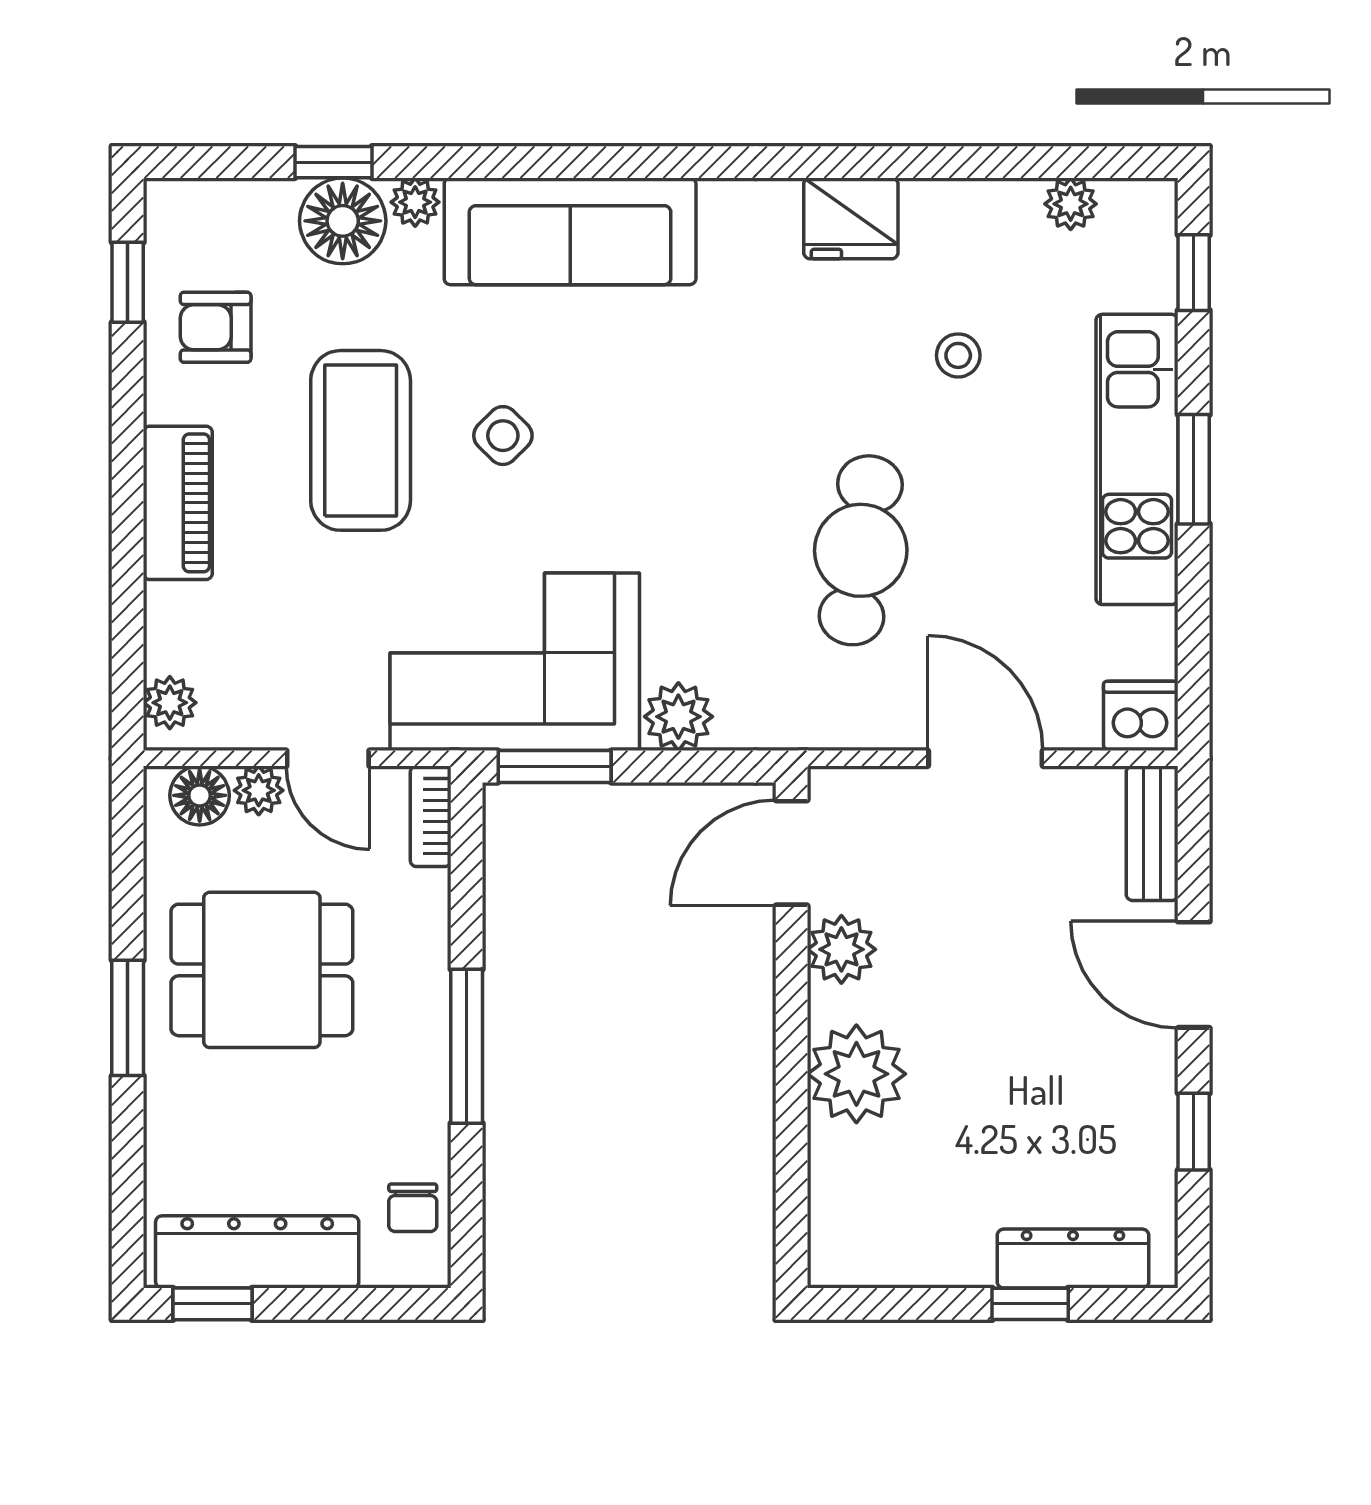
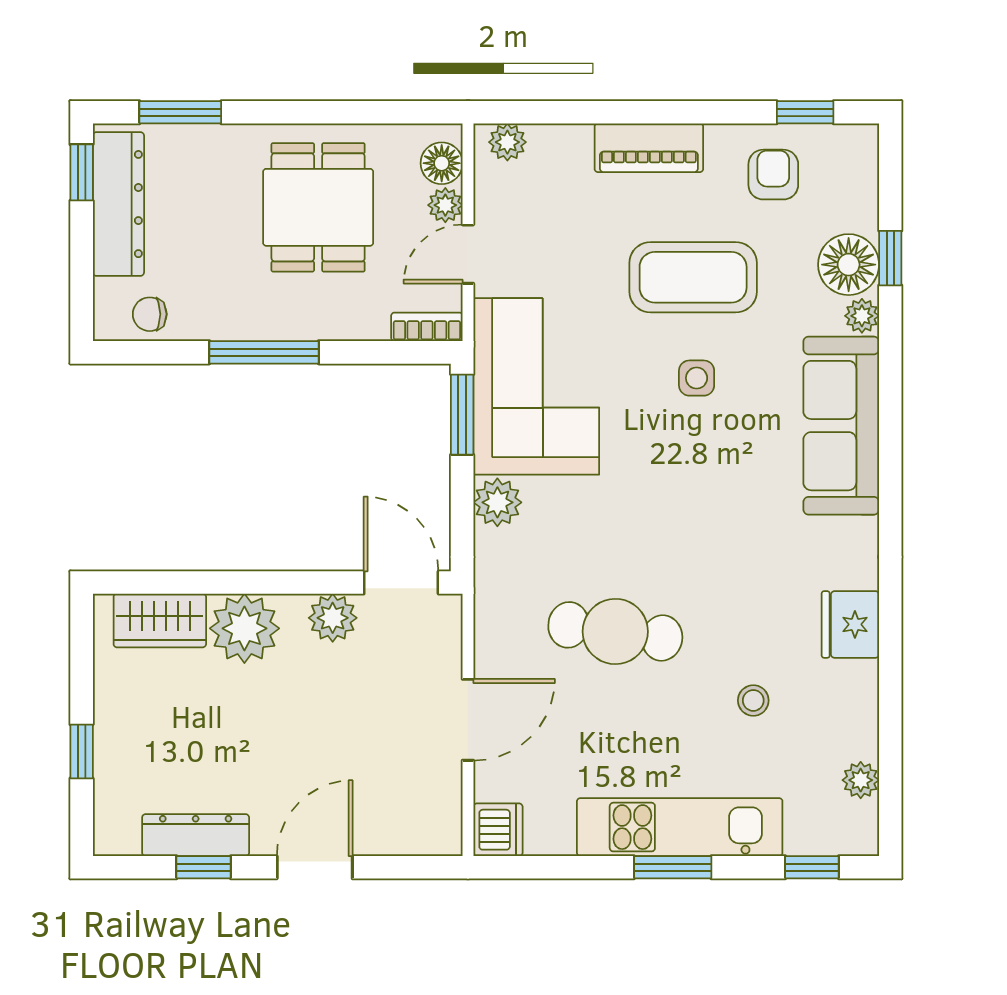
side table: (503, 436) -> (697, 378), turned 45
bench: (1152, 833) -> (415, 838), removed
window: (128, 1018) -> (180, 112), moved
wardrobe: (845, 1193) -> (160, 621), added
dresser: (1073, 1259) -> (196, 835), moved, turned -90

